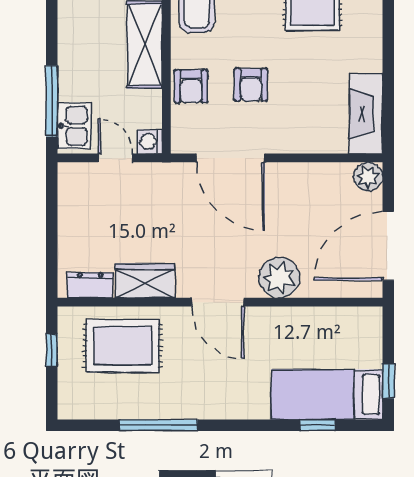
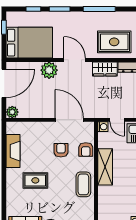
armchair: (191, 86) -> (86, 150), turned 180
fireplace: (366, 114) -> (13, 151), moved
bed: (327, 395) -> (29, 43), moved, width x1.50
window: (254, 425) -> (60, 9), added

